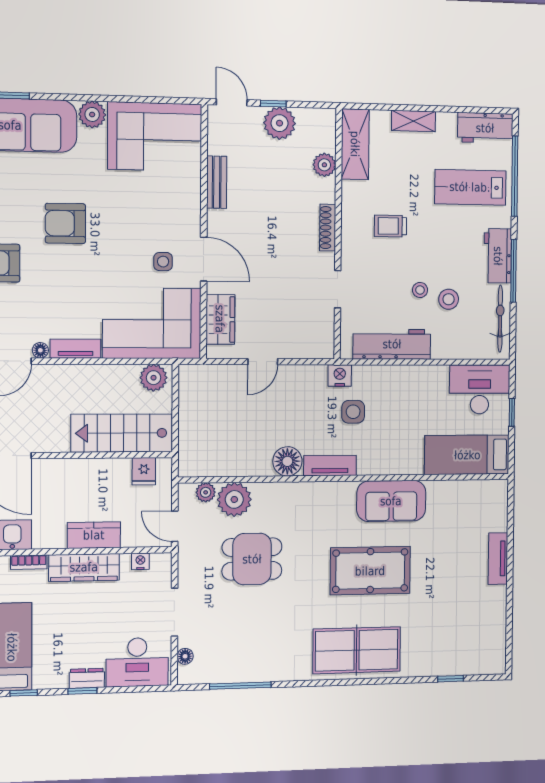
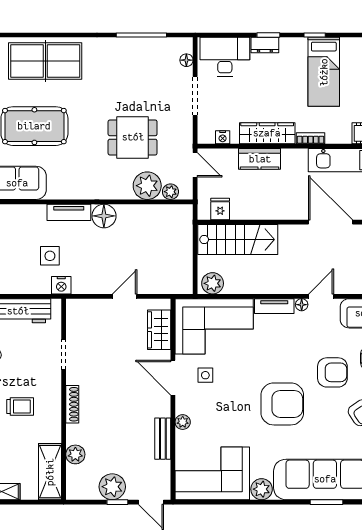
plant: (192, 203) -> (183, 422), added
armchair: (65, 223) -> (282, 404), width x1.36, depth x1.36

